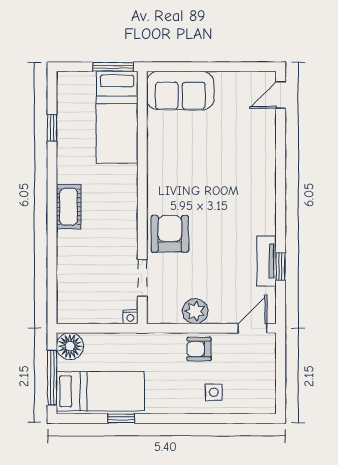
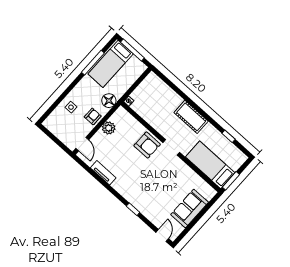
sofa: (180, 91) -> (190, 208), moved
cot: (69, 207) -> (191, 117), width x1.37, depth x1.34
window: (281, 267) -> (133, 209), moved
doorway: (142, 278) -> (171, 147), moved
floor lamp: (70, 346) -> (109, 101), moved
window: (121, 418) -> (93, 63), width x2.17

